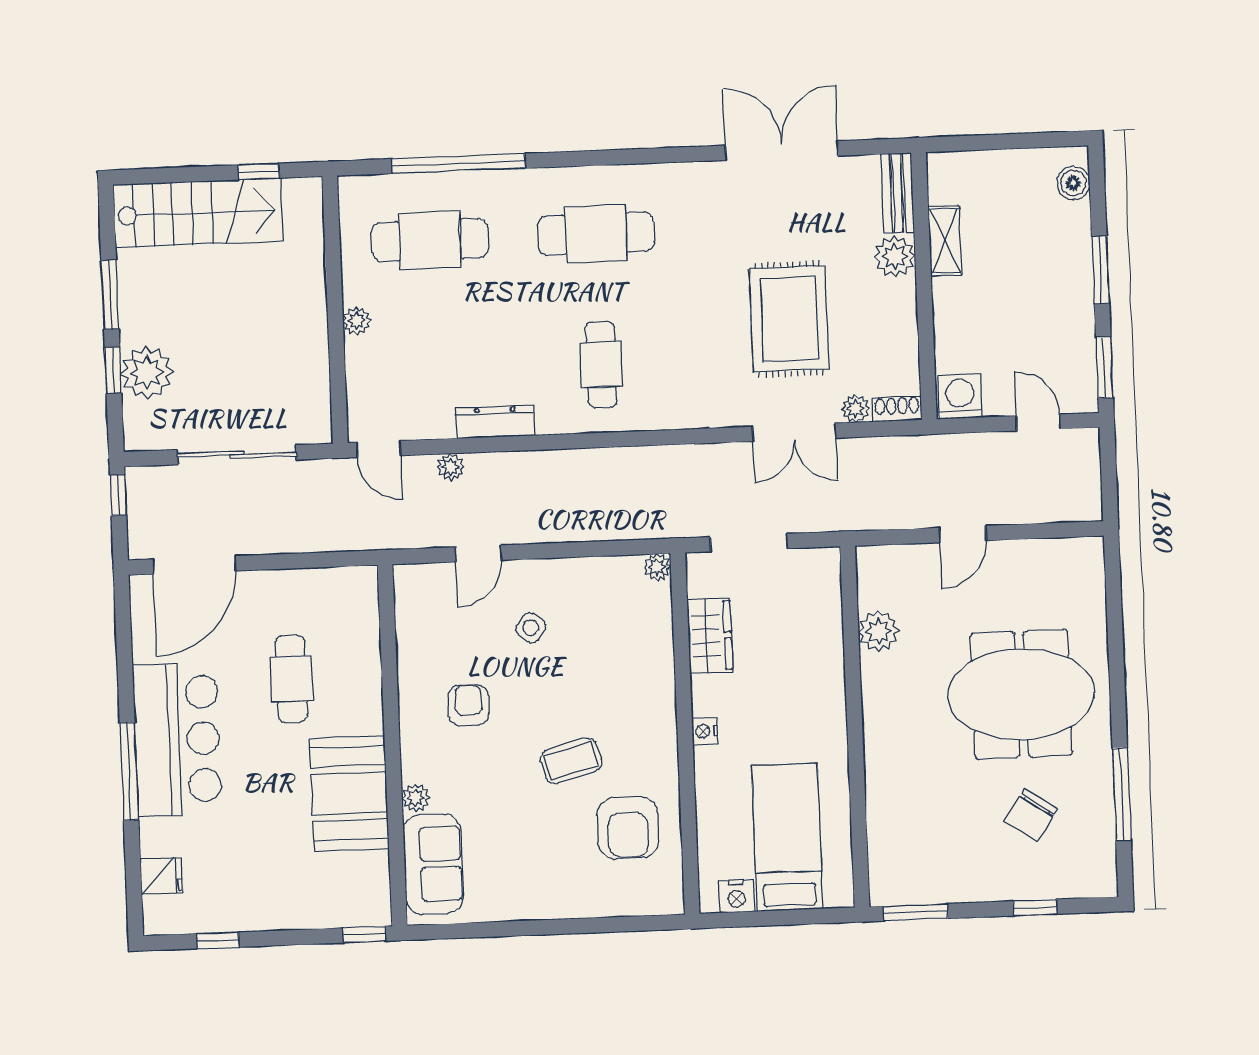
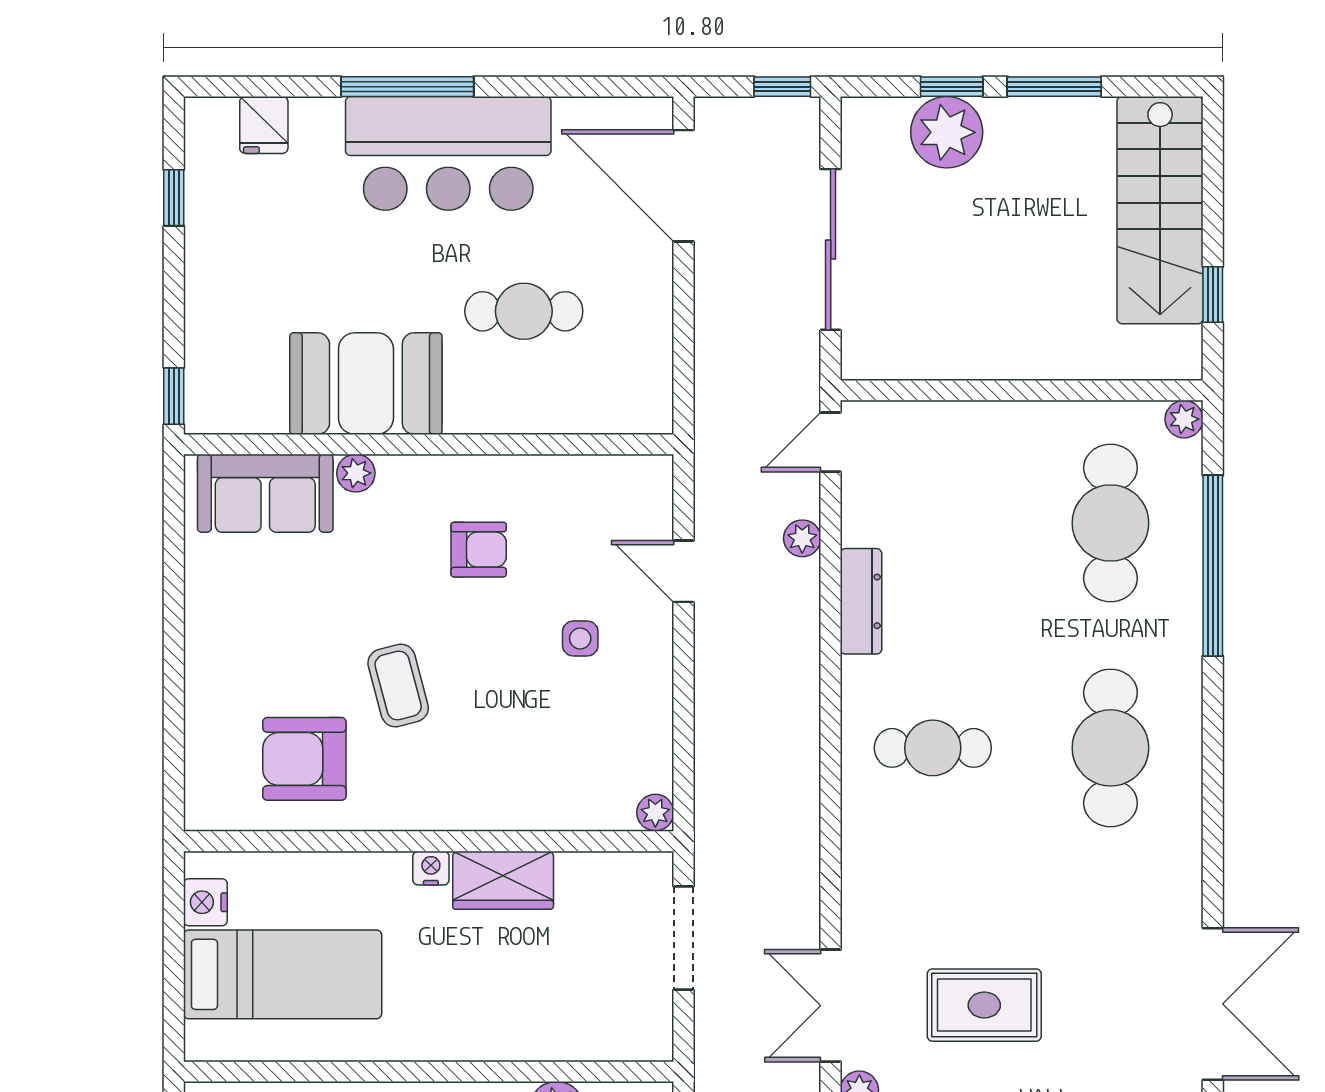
rug: (789, 319) -> (984, 1005), width x0.73, depth x0.70
plant: (357, 321) -> (1184, 419), moved
side table: (531, 628) -> (580, 638), turned -37
wardrobe: (710, 636) -> (503, 880), moved

